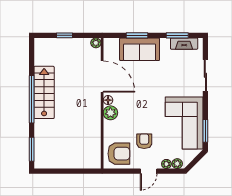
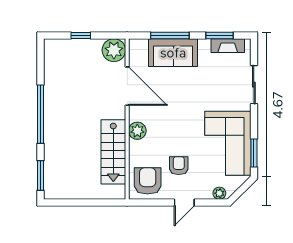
window: (137, 35) -> (170, 35), width x1.44
plant: (96, 43) -> (114, 50), width x1.88, depth x1.88
stairs: (44, 92) -> (113, 152), moved, turned 180
floor lamp: (108, 100) -> (134, 115), removed
armchair: (119, 154) -> (148, 181), turned -90
plant: (166, 164) -> (206, 194), removed

